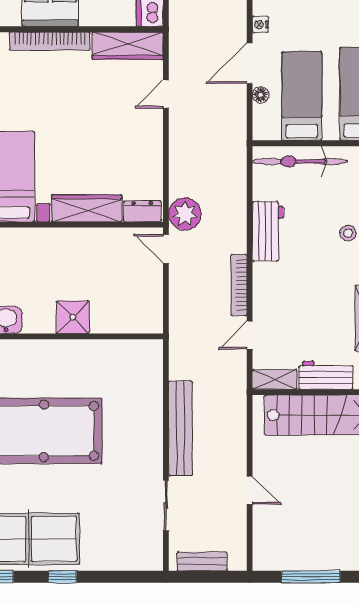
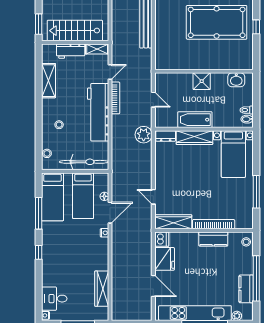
door: (166, 94) -> (153, 197), swing flipped
workbench: (268, 231) -> (98, 112), width x1.88, depth x1.32
bathtub: (86, 243) -> (195, 120), added
door: (166, 249) -> (153, 100), moved

